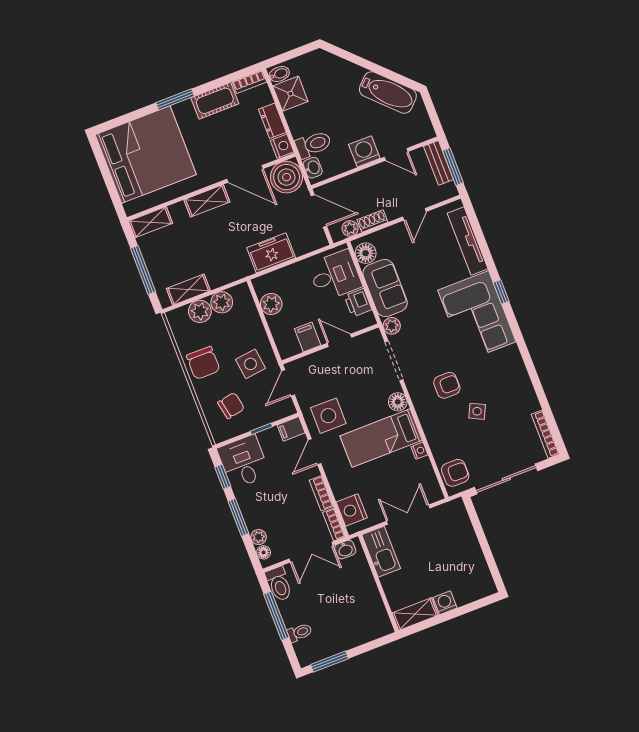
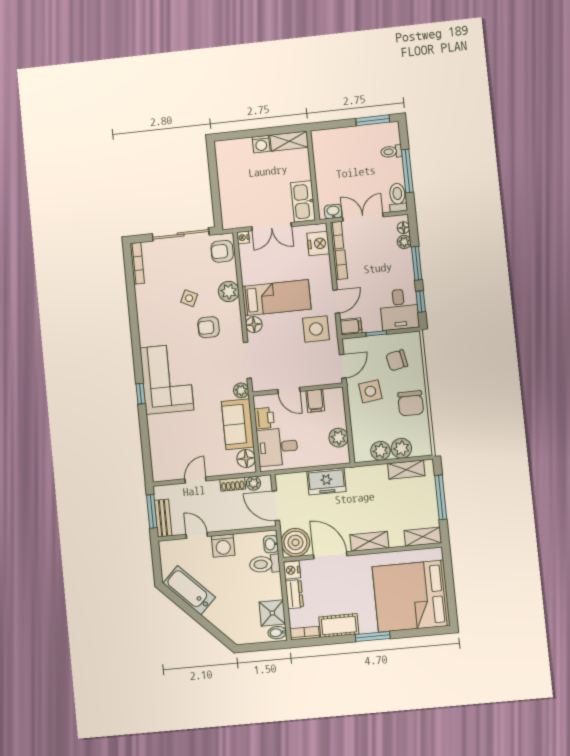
tv unit: (468, 241) -> (157, 445), removed
chair: (203, 363) -> (411, 403), turned 180
plant: (436, 431) -> (229, 291), added
nightstand: (419, 451) -> (243, 238), moved

